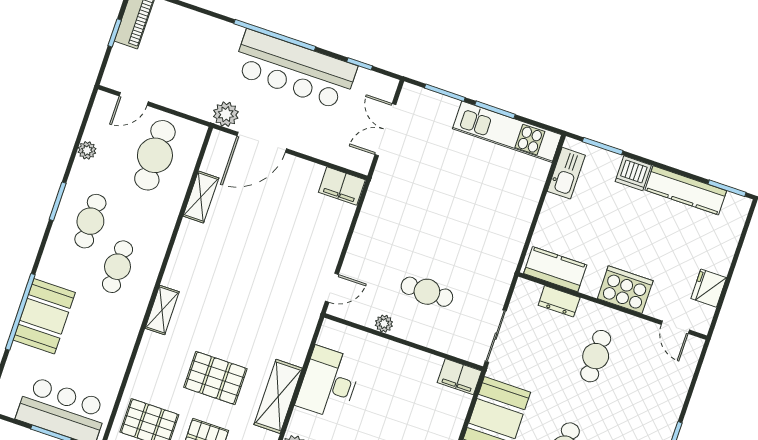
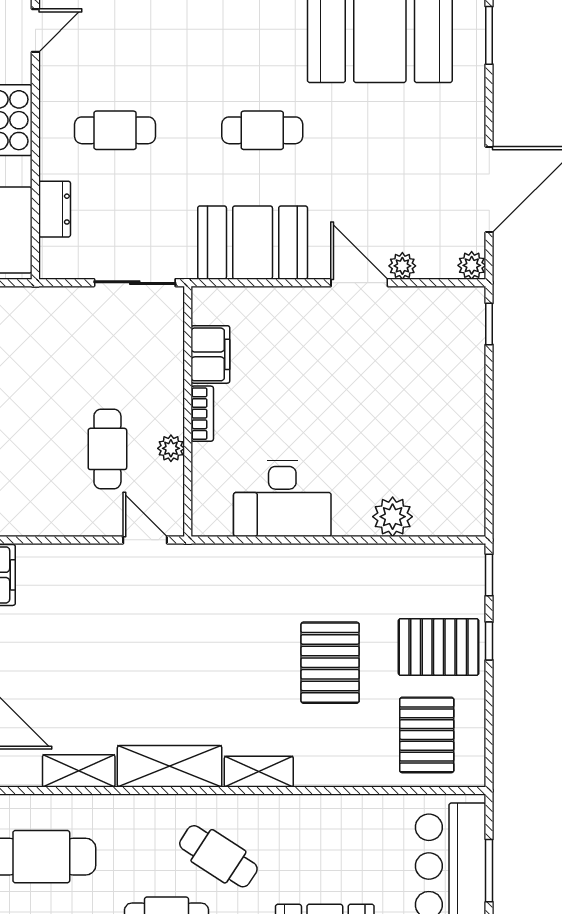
cafe table: (118, 267) -> (218, 856), turned 33
cafe table: (427, 292) -> (107, 449), moved
bookcase: (399, 351) -> (202, 414), added
filing cabinet: (459, 377) -> (210, 354), moved
shelving: (278, 396) -> (170, 766), moved

